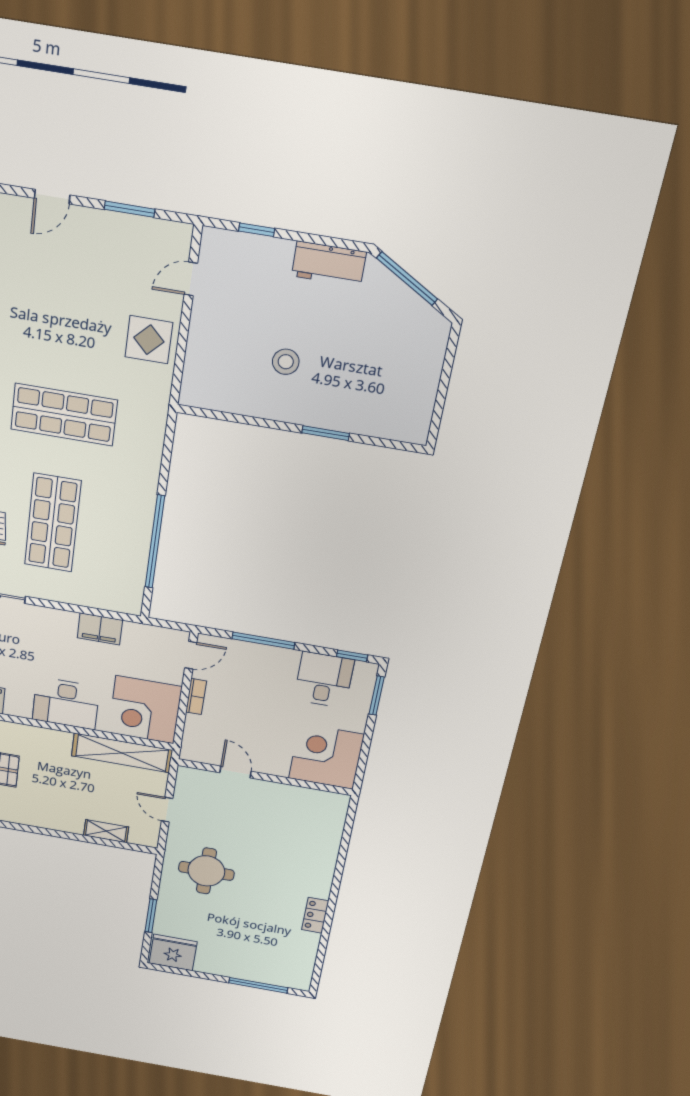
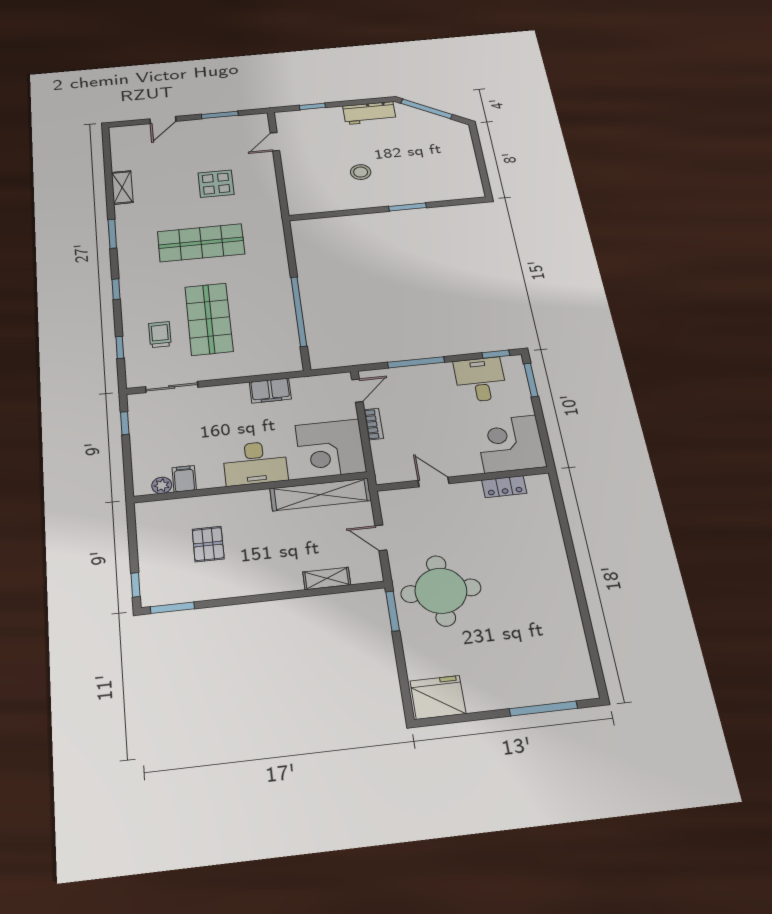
display table: (149, 340) -> (216, 184), moved
round table: (206, 871) -> (441, 591), width x1.36, depth x1.36
locker: (315, 915) -> (504, 487), moved, turned -90
window: (151, 916) -> (393, 611), moved

